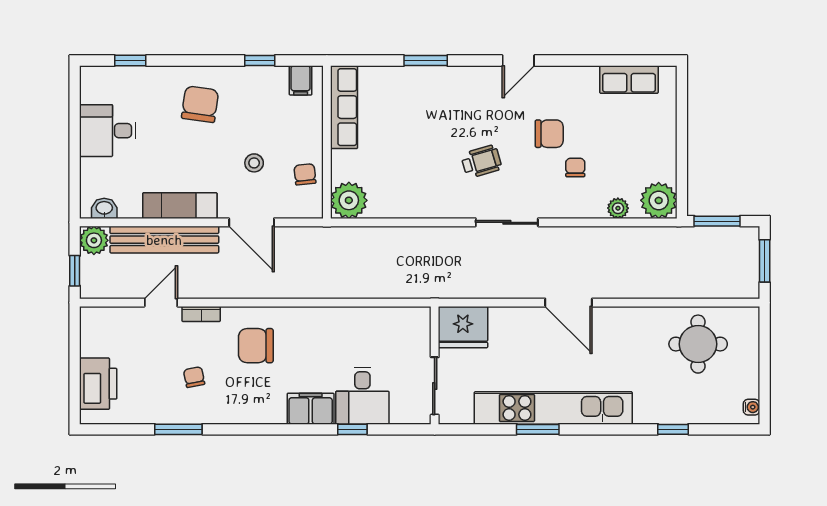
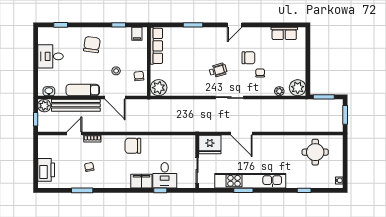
door: (569, 303) -> (242, 134), moved
chair: (256, 346) -> (133, 146), moved

